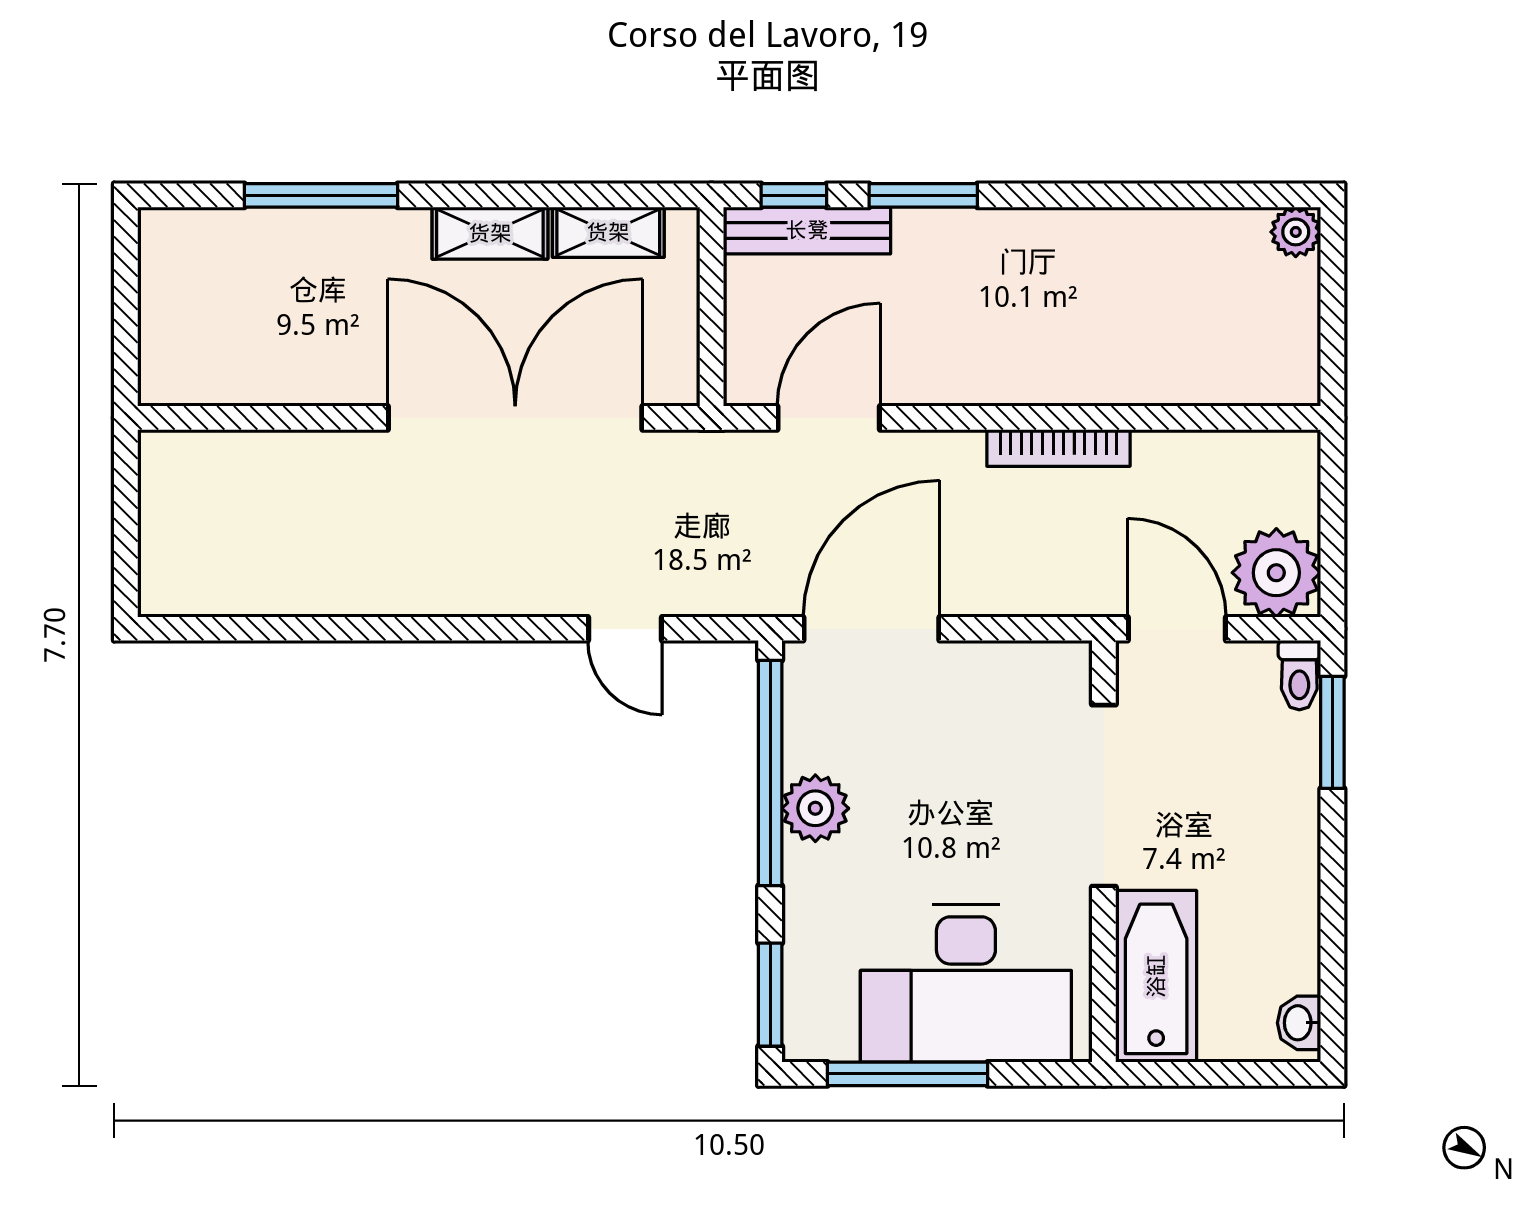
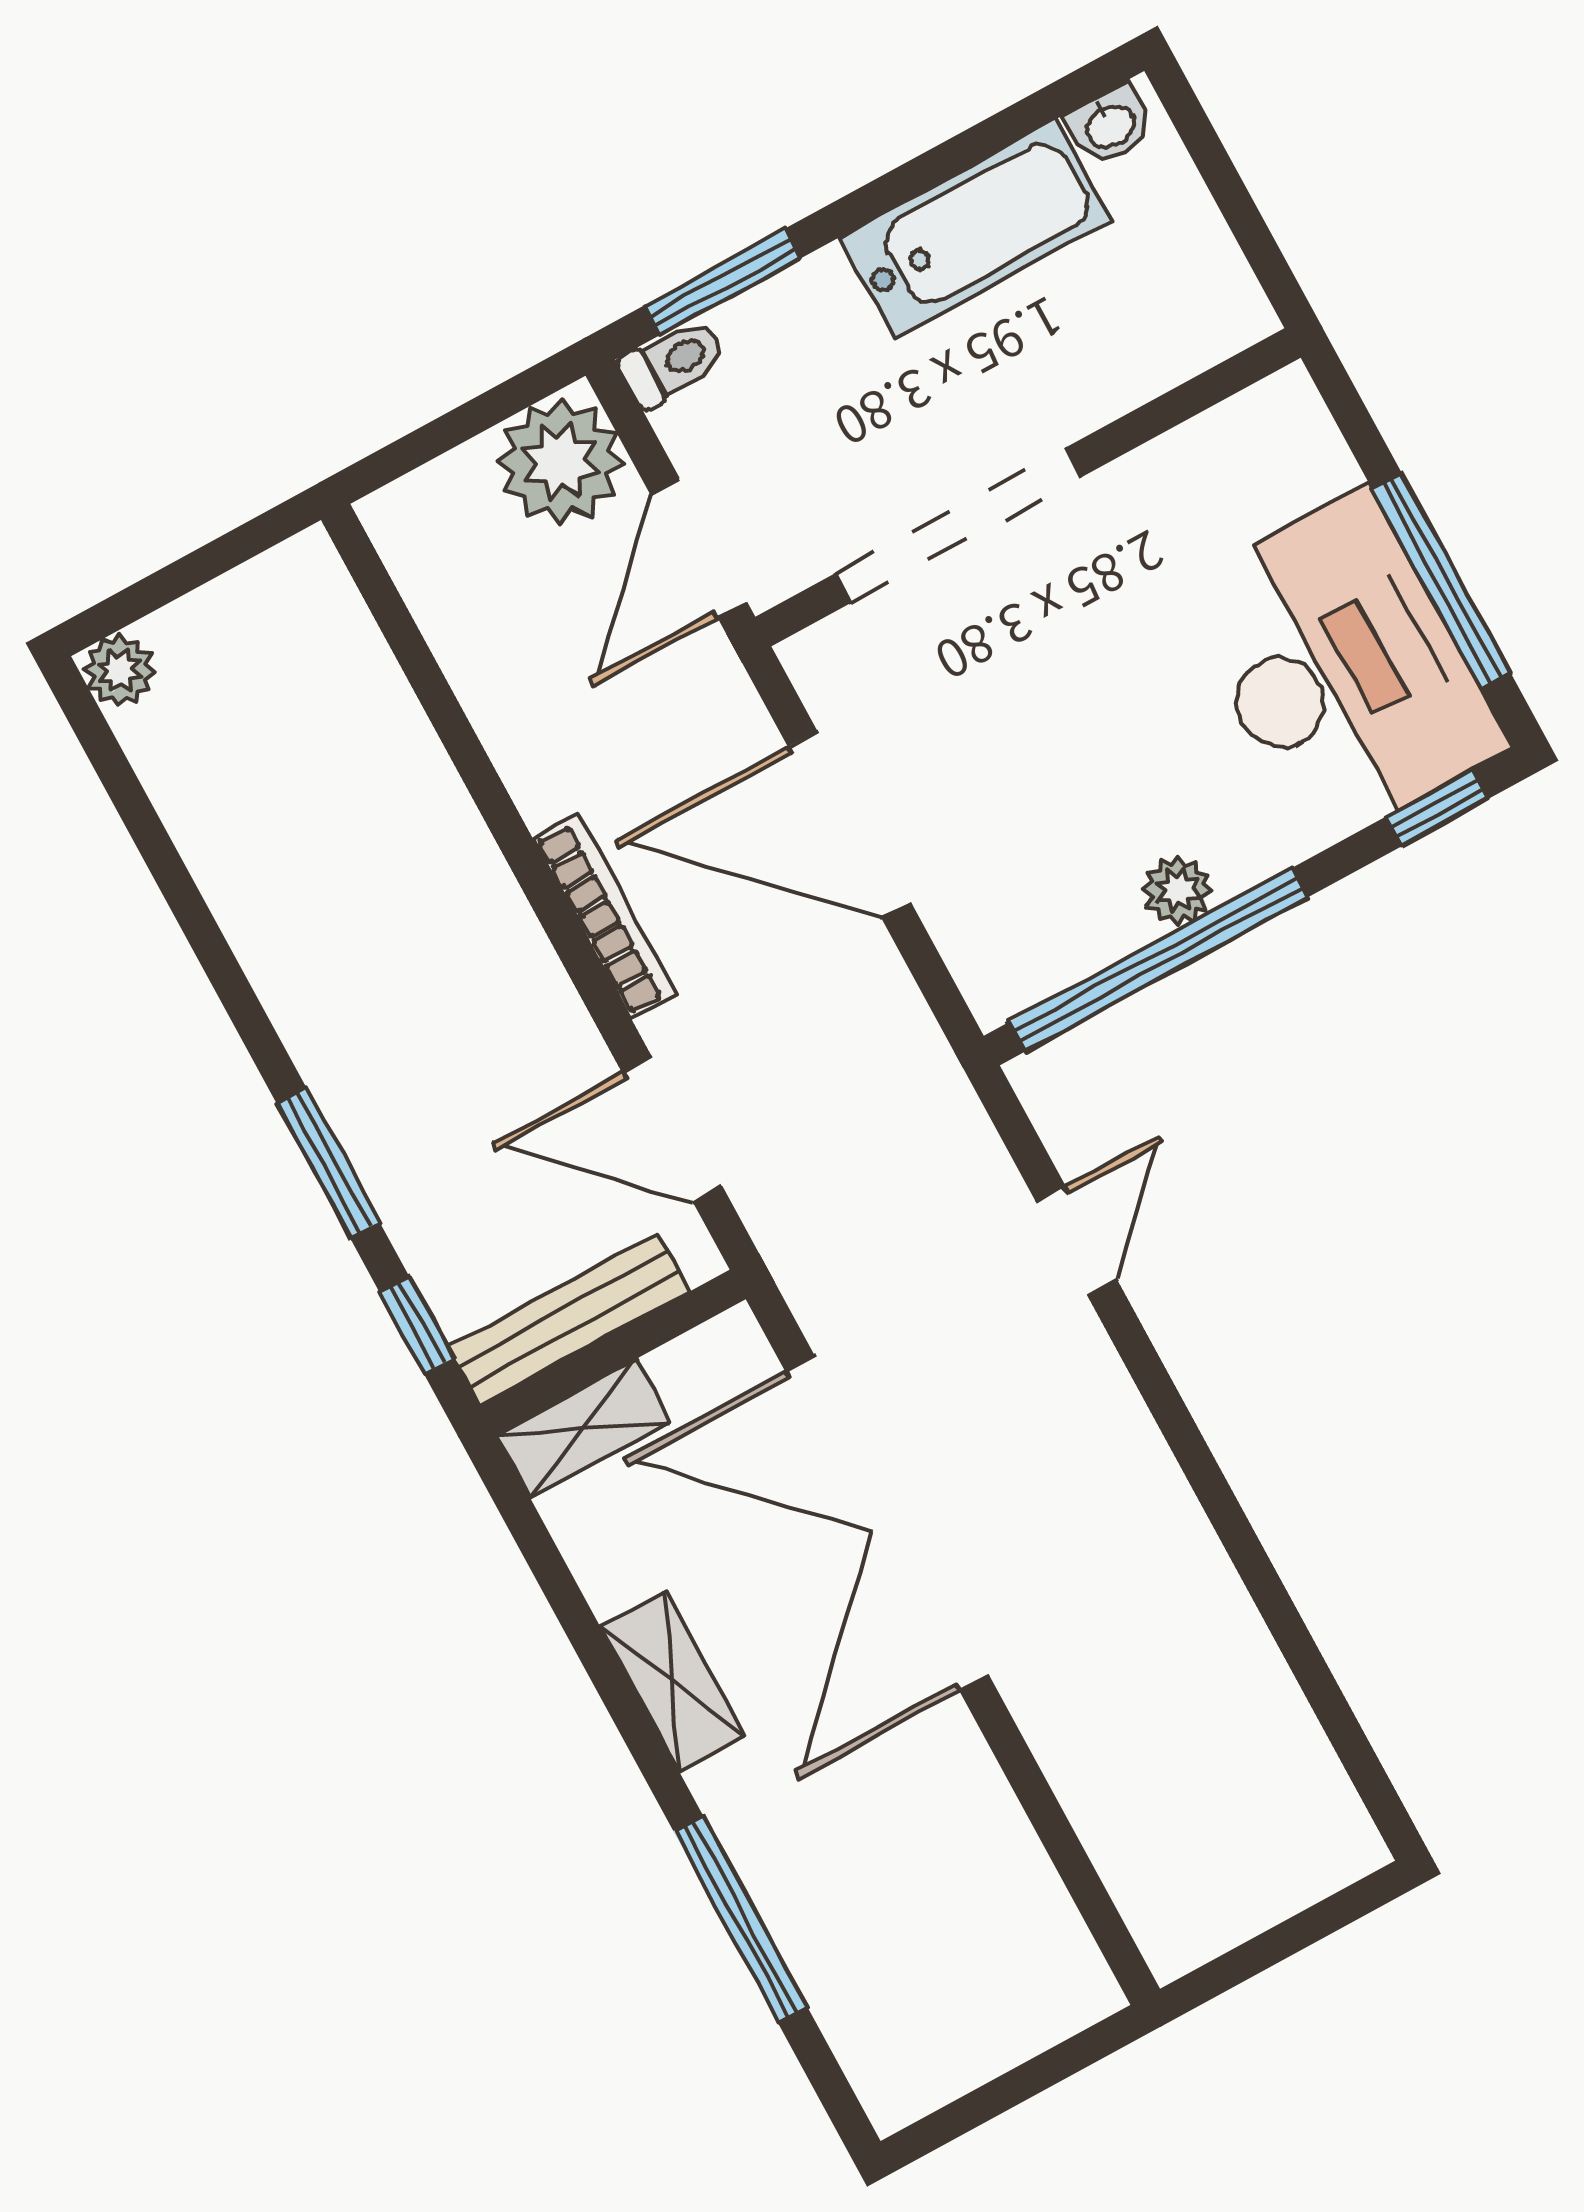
bench: (807, 230) -> (569, 1319), moved, turned 90
shelving: (608, 232) -> (583, 1429), moved, turned 90
bookcase: (1058, 448) -> (605, 916), moved
door: (871, 629) -> (849, 824), moved
plant: (815, 808) -> (1178, 890), width x0.73, depth x0.73
bathtub: (1156, 976) -> (975, 229), moved, turned 180
desk: (966, 983) -> (1342, 669), moved
window: (770, 995) -> (1436, 808), width x0.67

